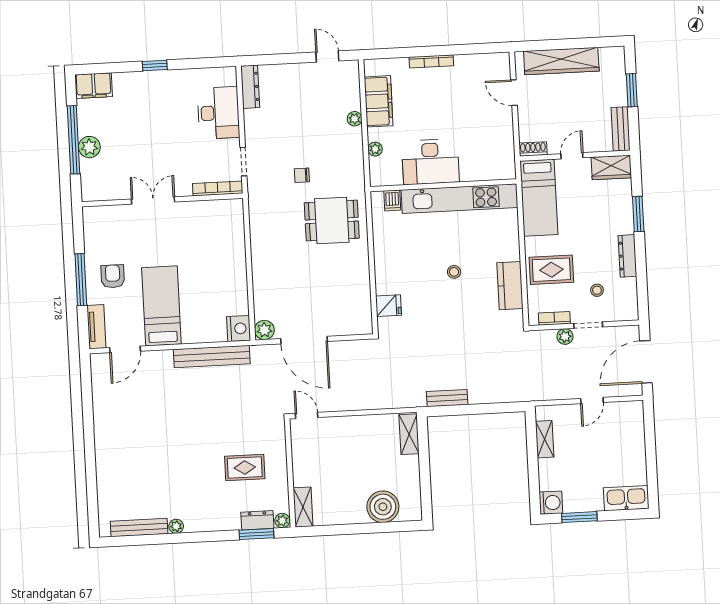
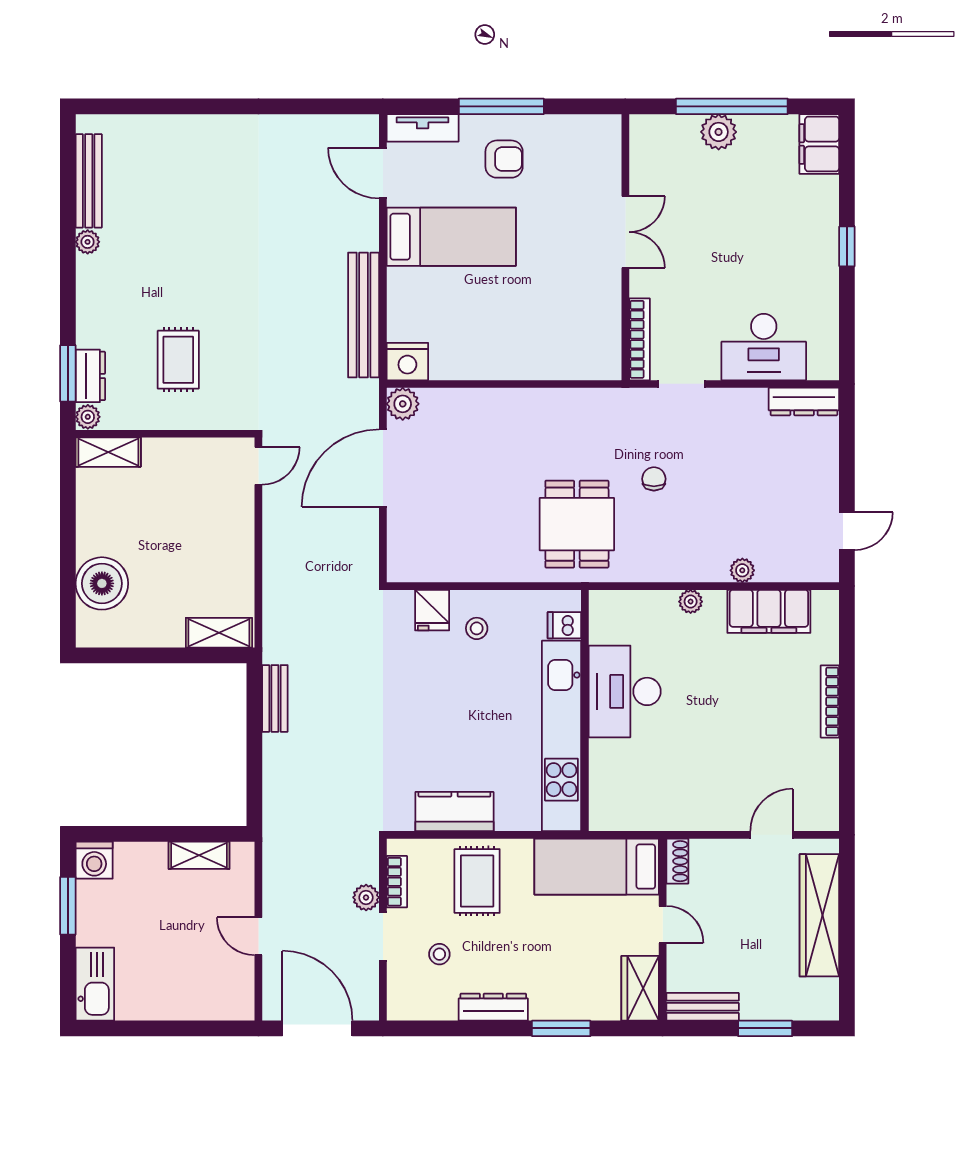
desk: (430, 162) -> (625, 691), moved
wall: (443, 185) -> (585, 710), moved
kitchen unit: (459, 199) -> (561, 736), moved
dishwasher: (392, 200) -> (564, 625), moved
stool: (454, 272) -> (477, 628), moved

